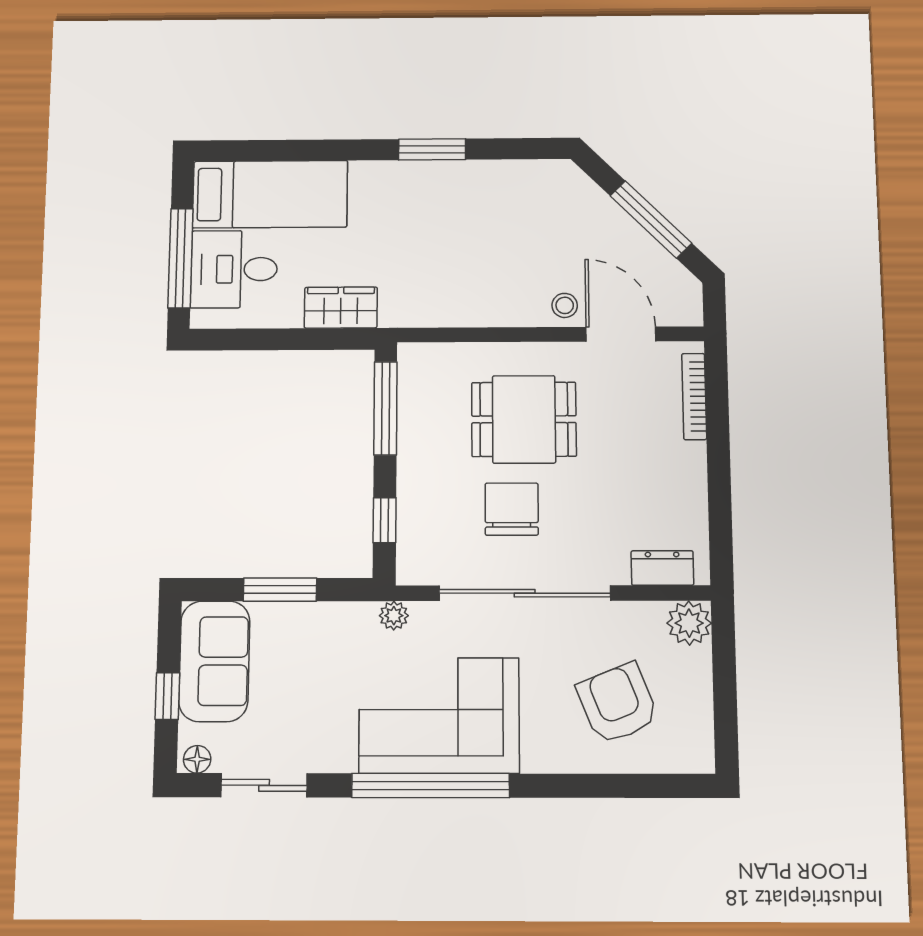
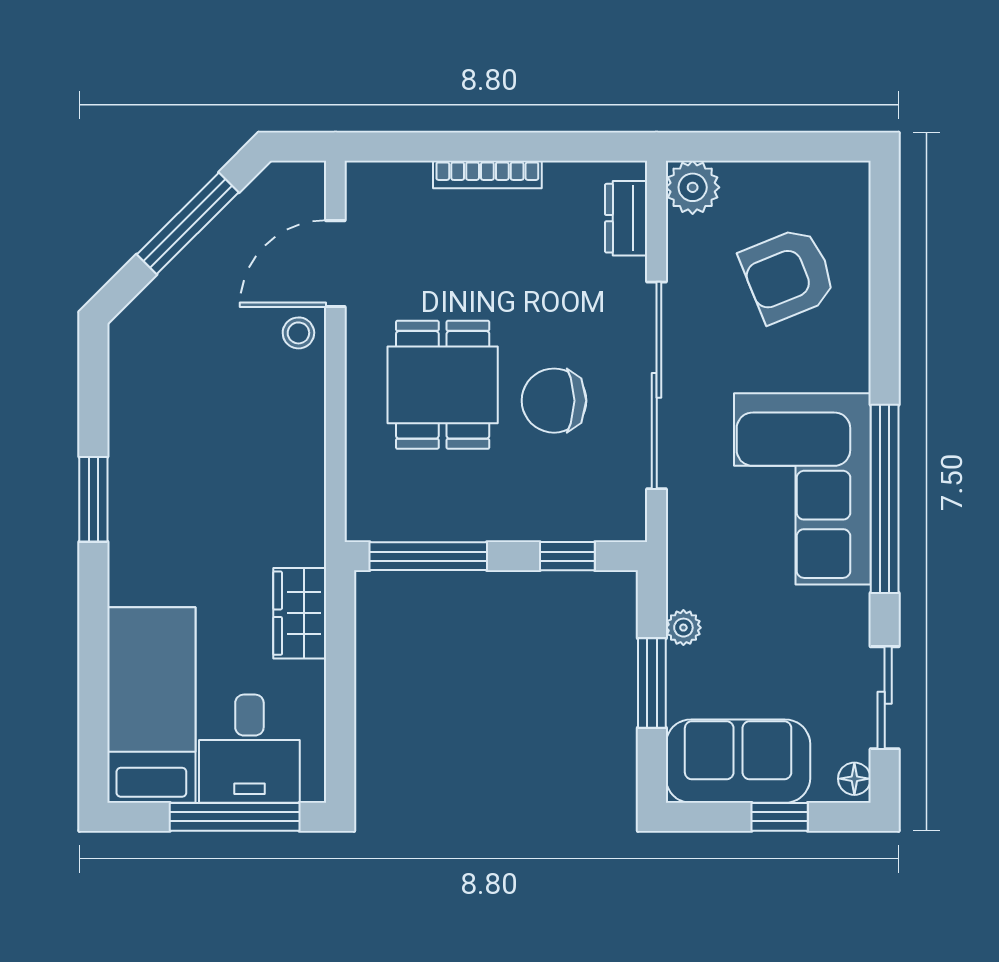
bookcase: (694, 396) -> (487, 174), moved
plant: (394, 616) -> (683, 628), moved

